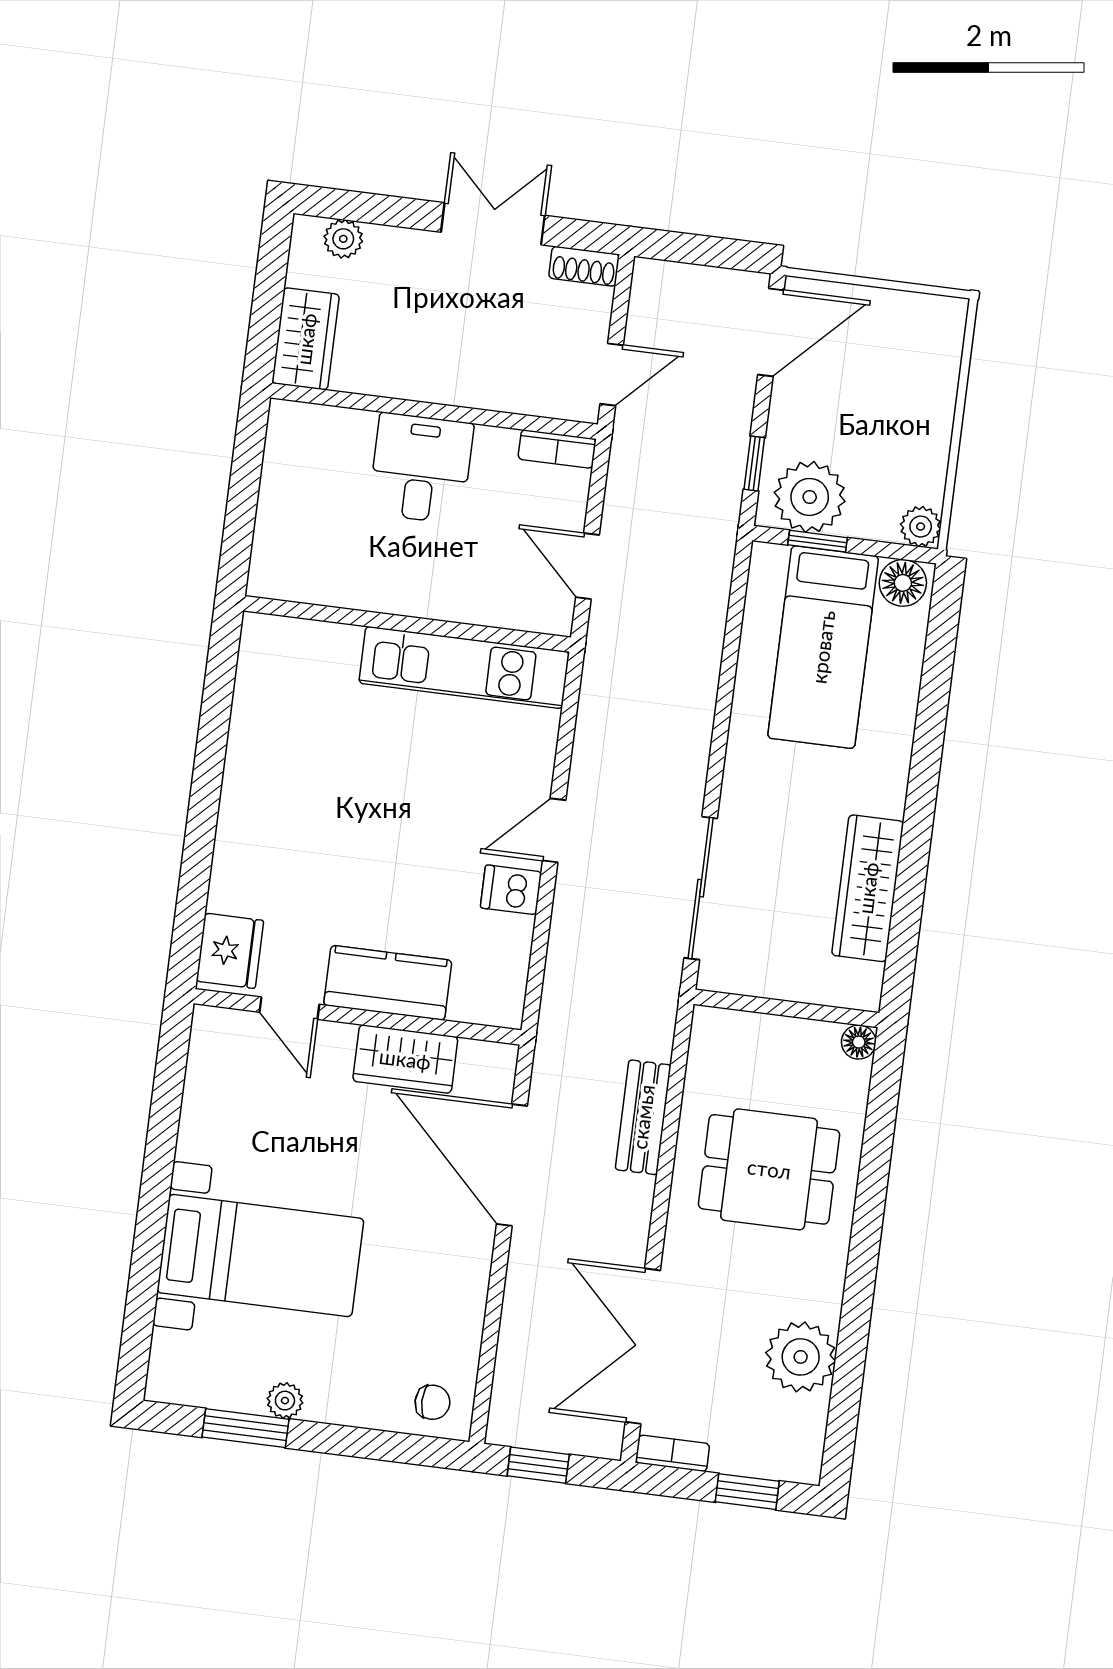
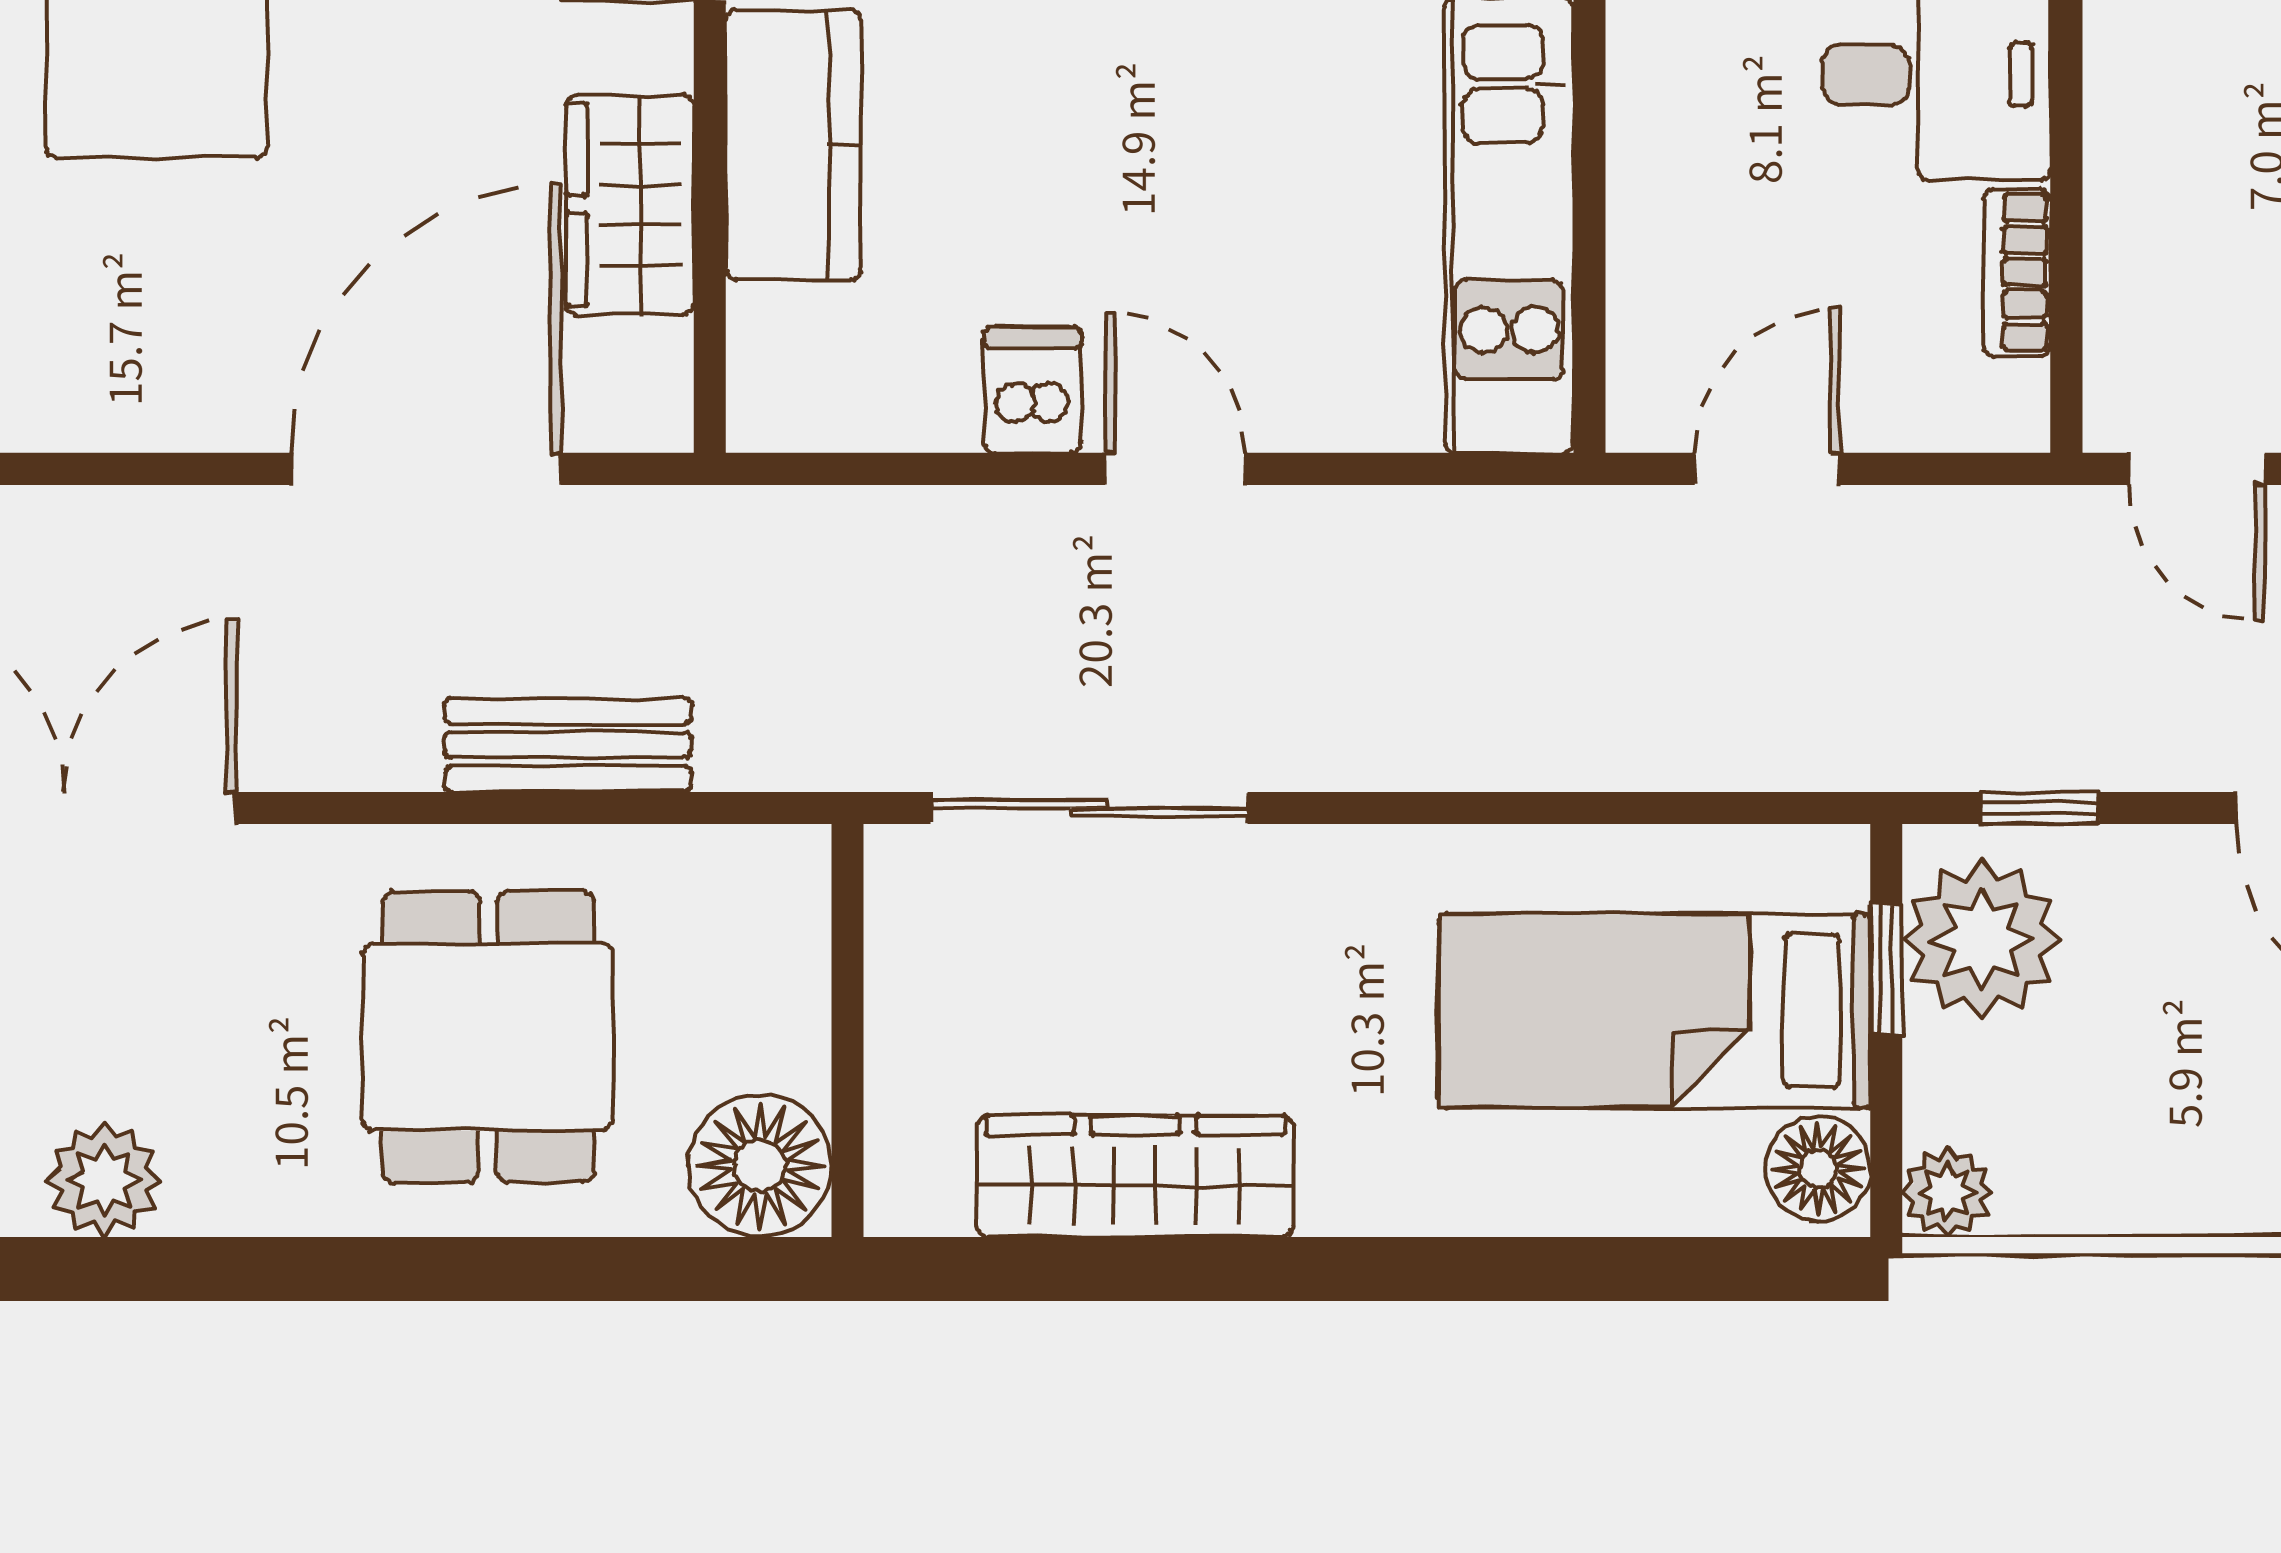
bookcase: (557, 449) -> (2017, 272), moved
floor lamp: (859, 1042) -> (760, 1165), width x1.89, depth x1.89
plant: (801, 1357) -> (104, 1180), width x0.73, depth x0.73

